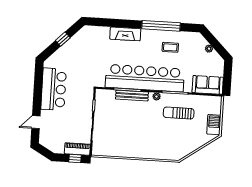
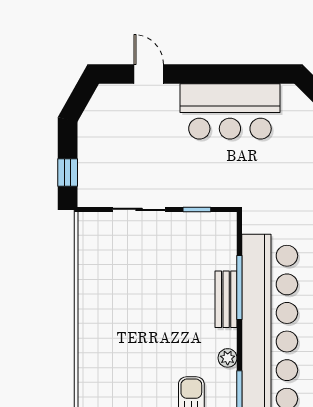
bench: (132, 96) -> (226, 299), width x0.73
piano: (77, 149) -> (91, 177), removed

